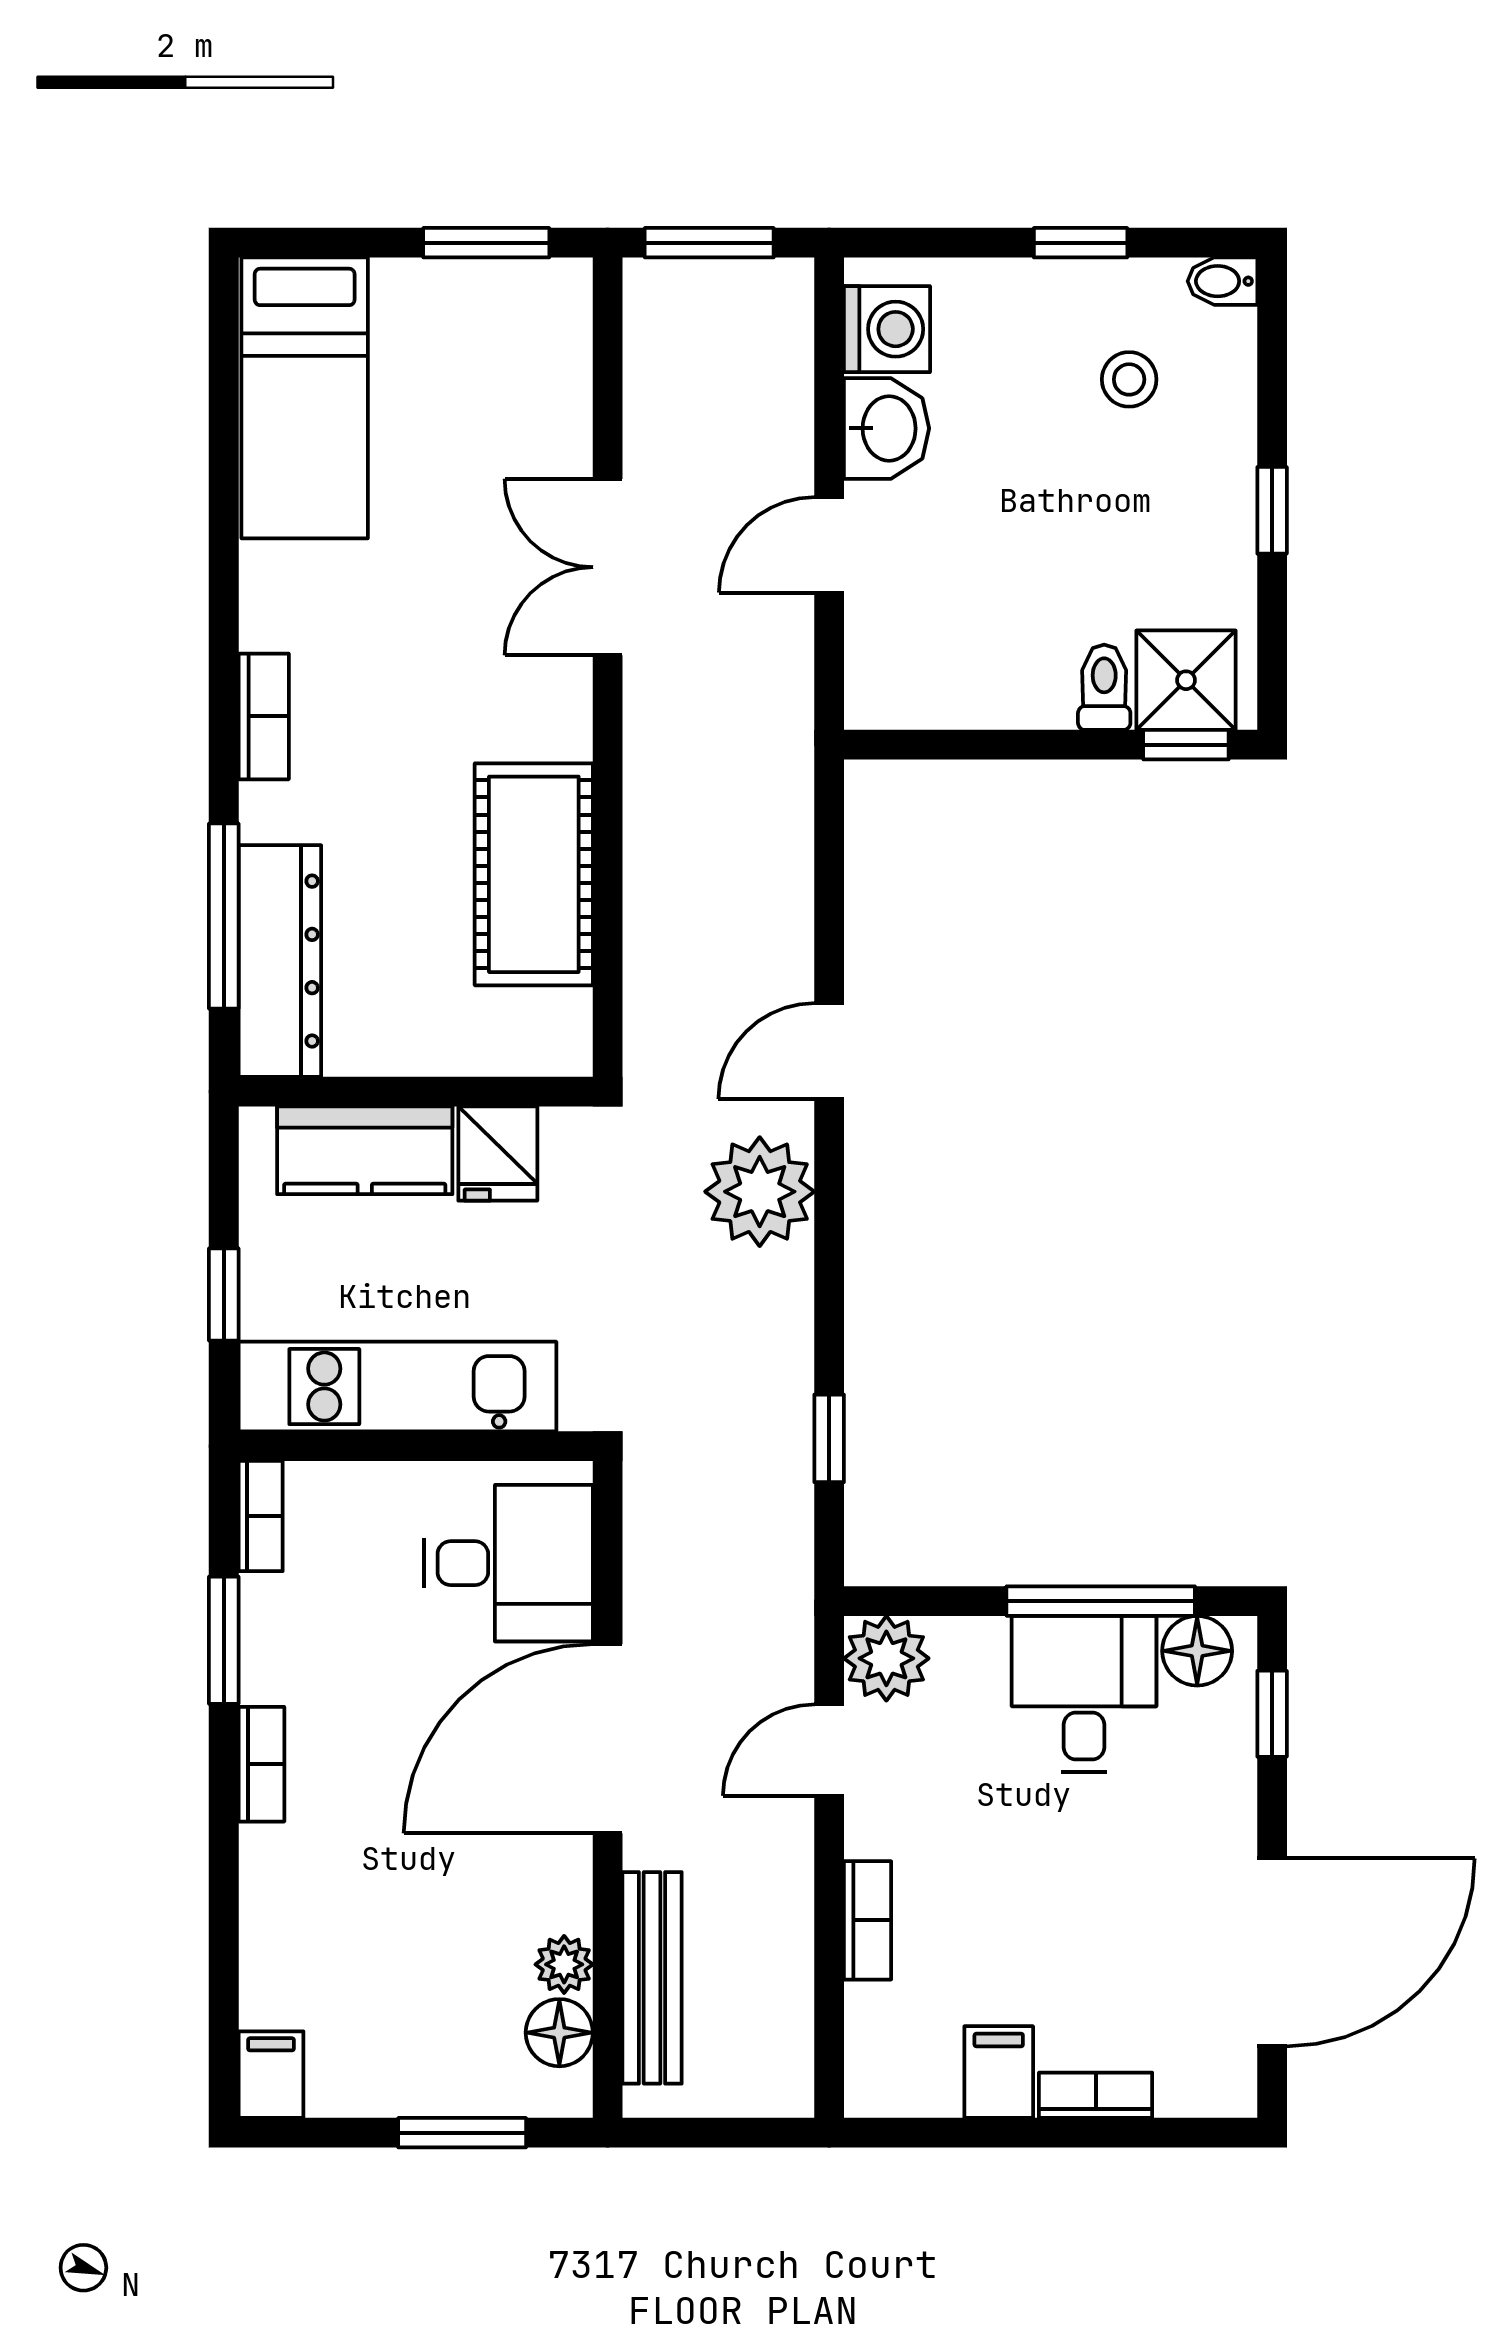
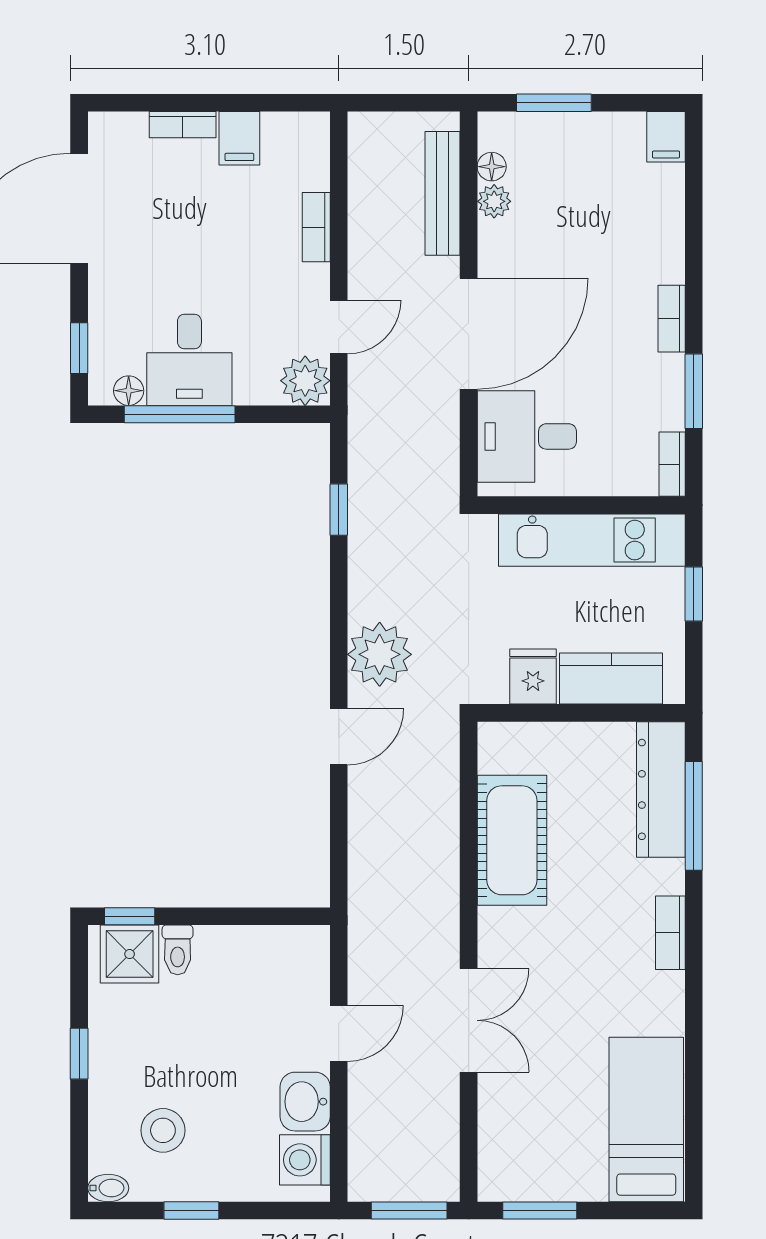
stool: (1129, 379) -> (163, 1130), width x1.37, depth x1.37
floor lamp: (1197, 1651) -> (129, 391), width x0.73, depth x0.73
floor lamp: (559, 2033) -> (492, 167), width x0.73, depth x0.73

